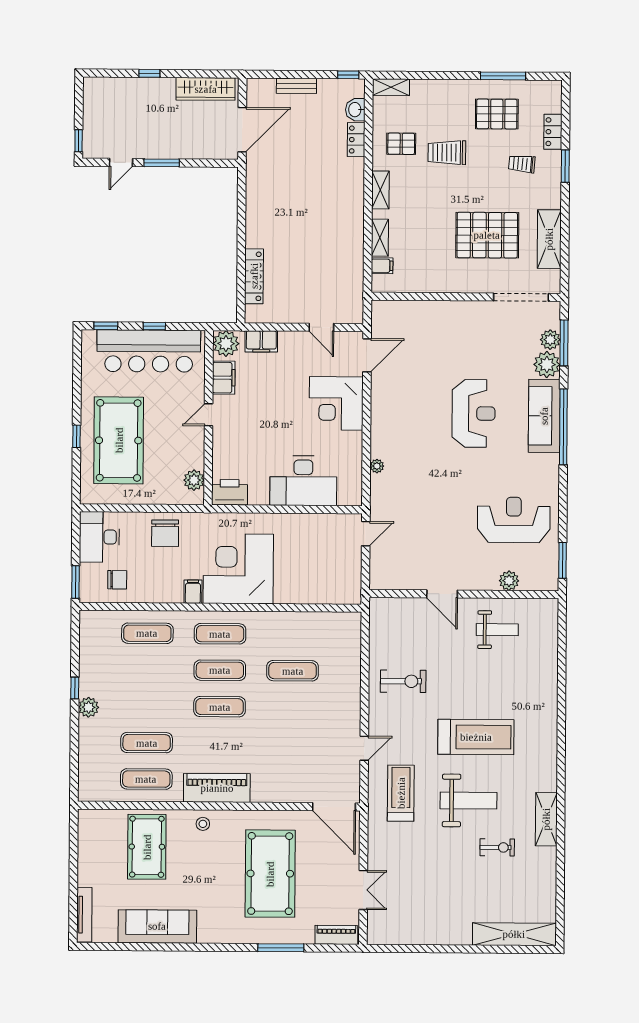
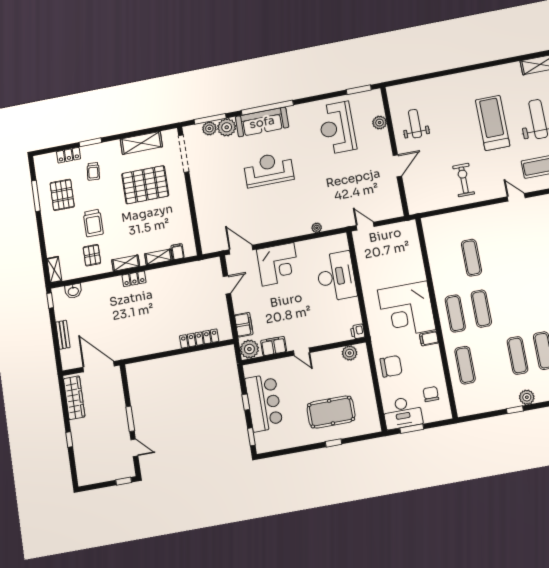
locker: (356, 140) -> (134, 279), moved
pallet: (487, 235) -> (145, 185), turned 90
bar counter: (149, 351) -> (264, 403), width x0.73
pool table: (119, 440) -> (331, 412), width x0.73, depth x0.76
printer: (230, 492) -> (358, 332), width x0.53, depth x0.68
window: (75, 582) -> (412, 429), moved
exercise mat: (220, 707) -> (517, 355), moved

